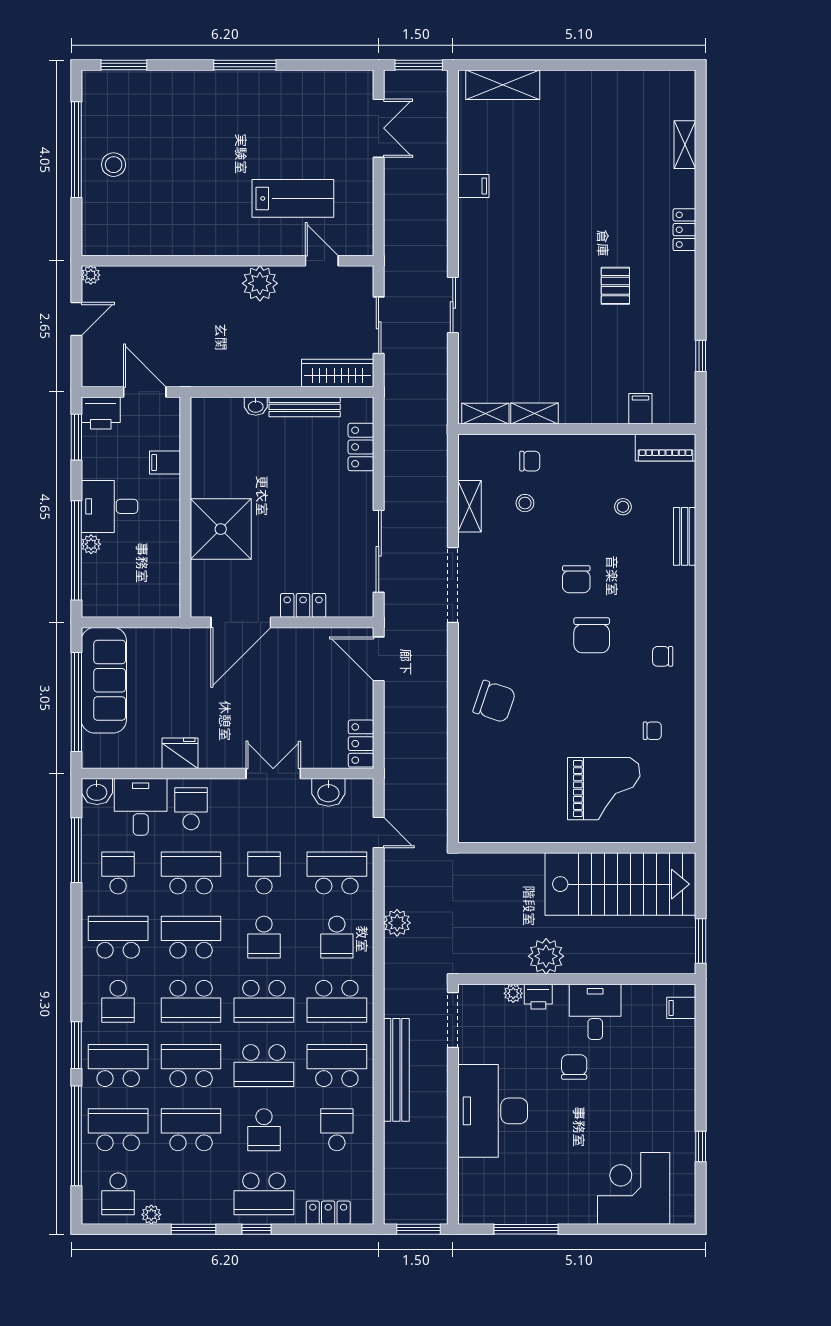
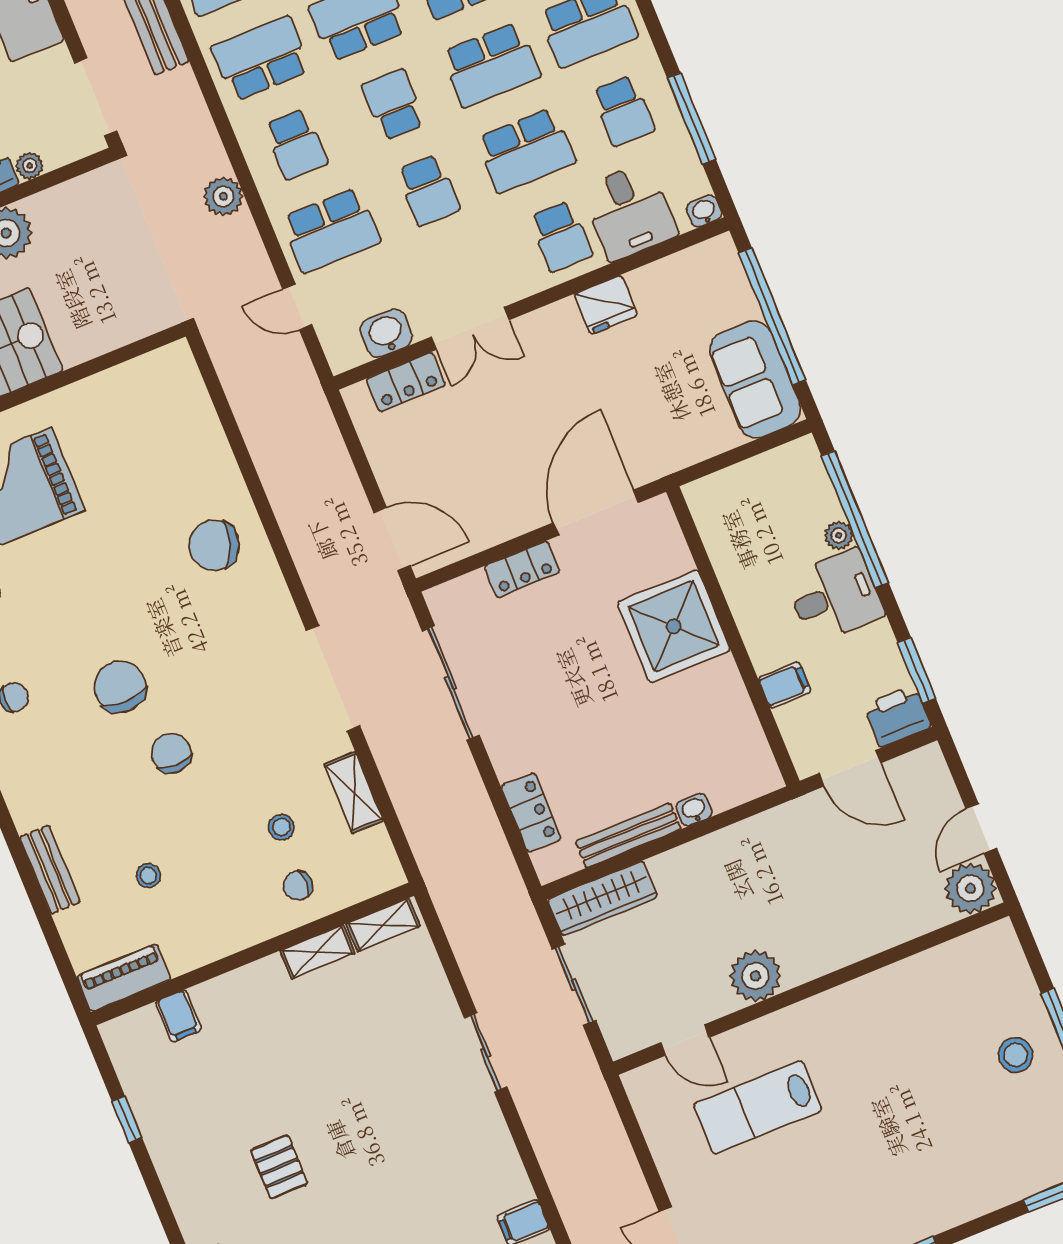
plant: (91, 275) -> (970, 888), width x1.88, depth x1.88
sofa: (104, 680) -> (755, 379), width x0.73
locker: (361, 744) -> (406, 382), moved, turned 90
washbasin: (97, 792) -> (704, 211), width x0.72, depth x0.69
school desk: (337, 937) -> (296, 144), turned 180

